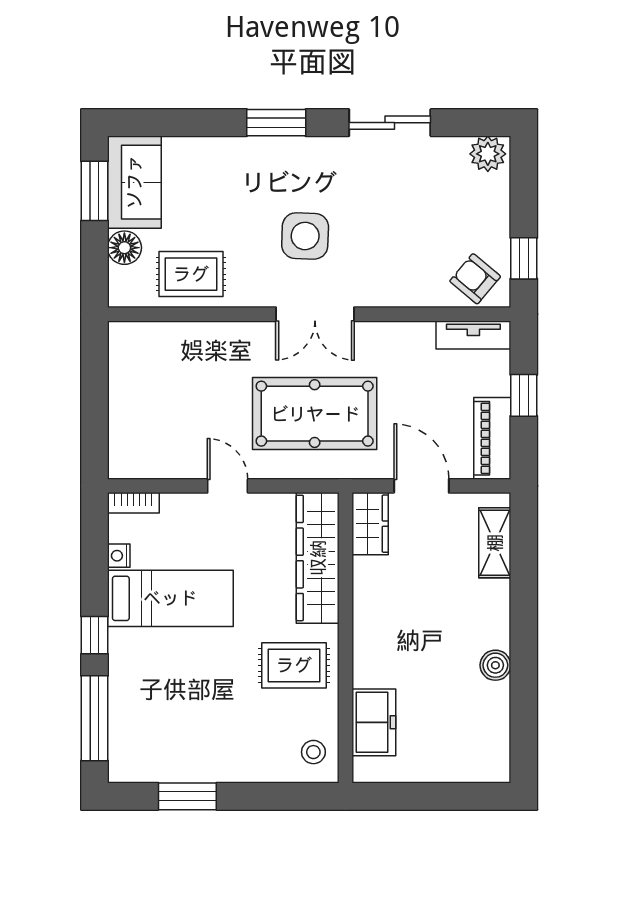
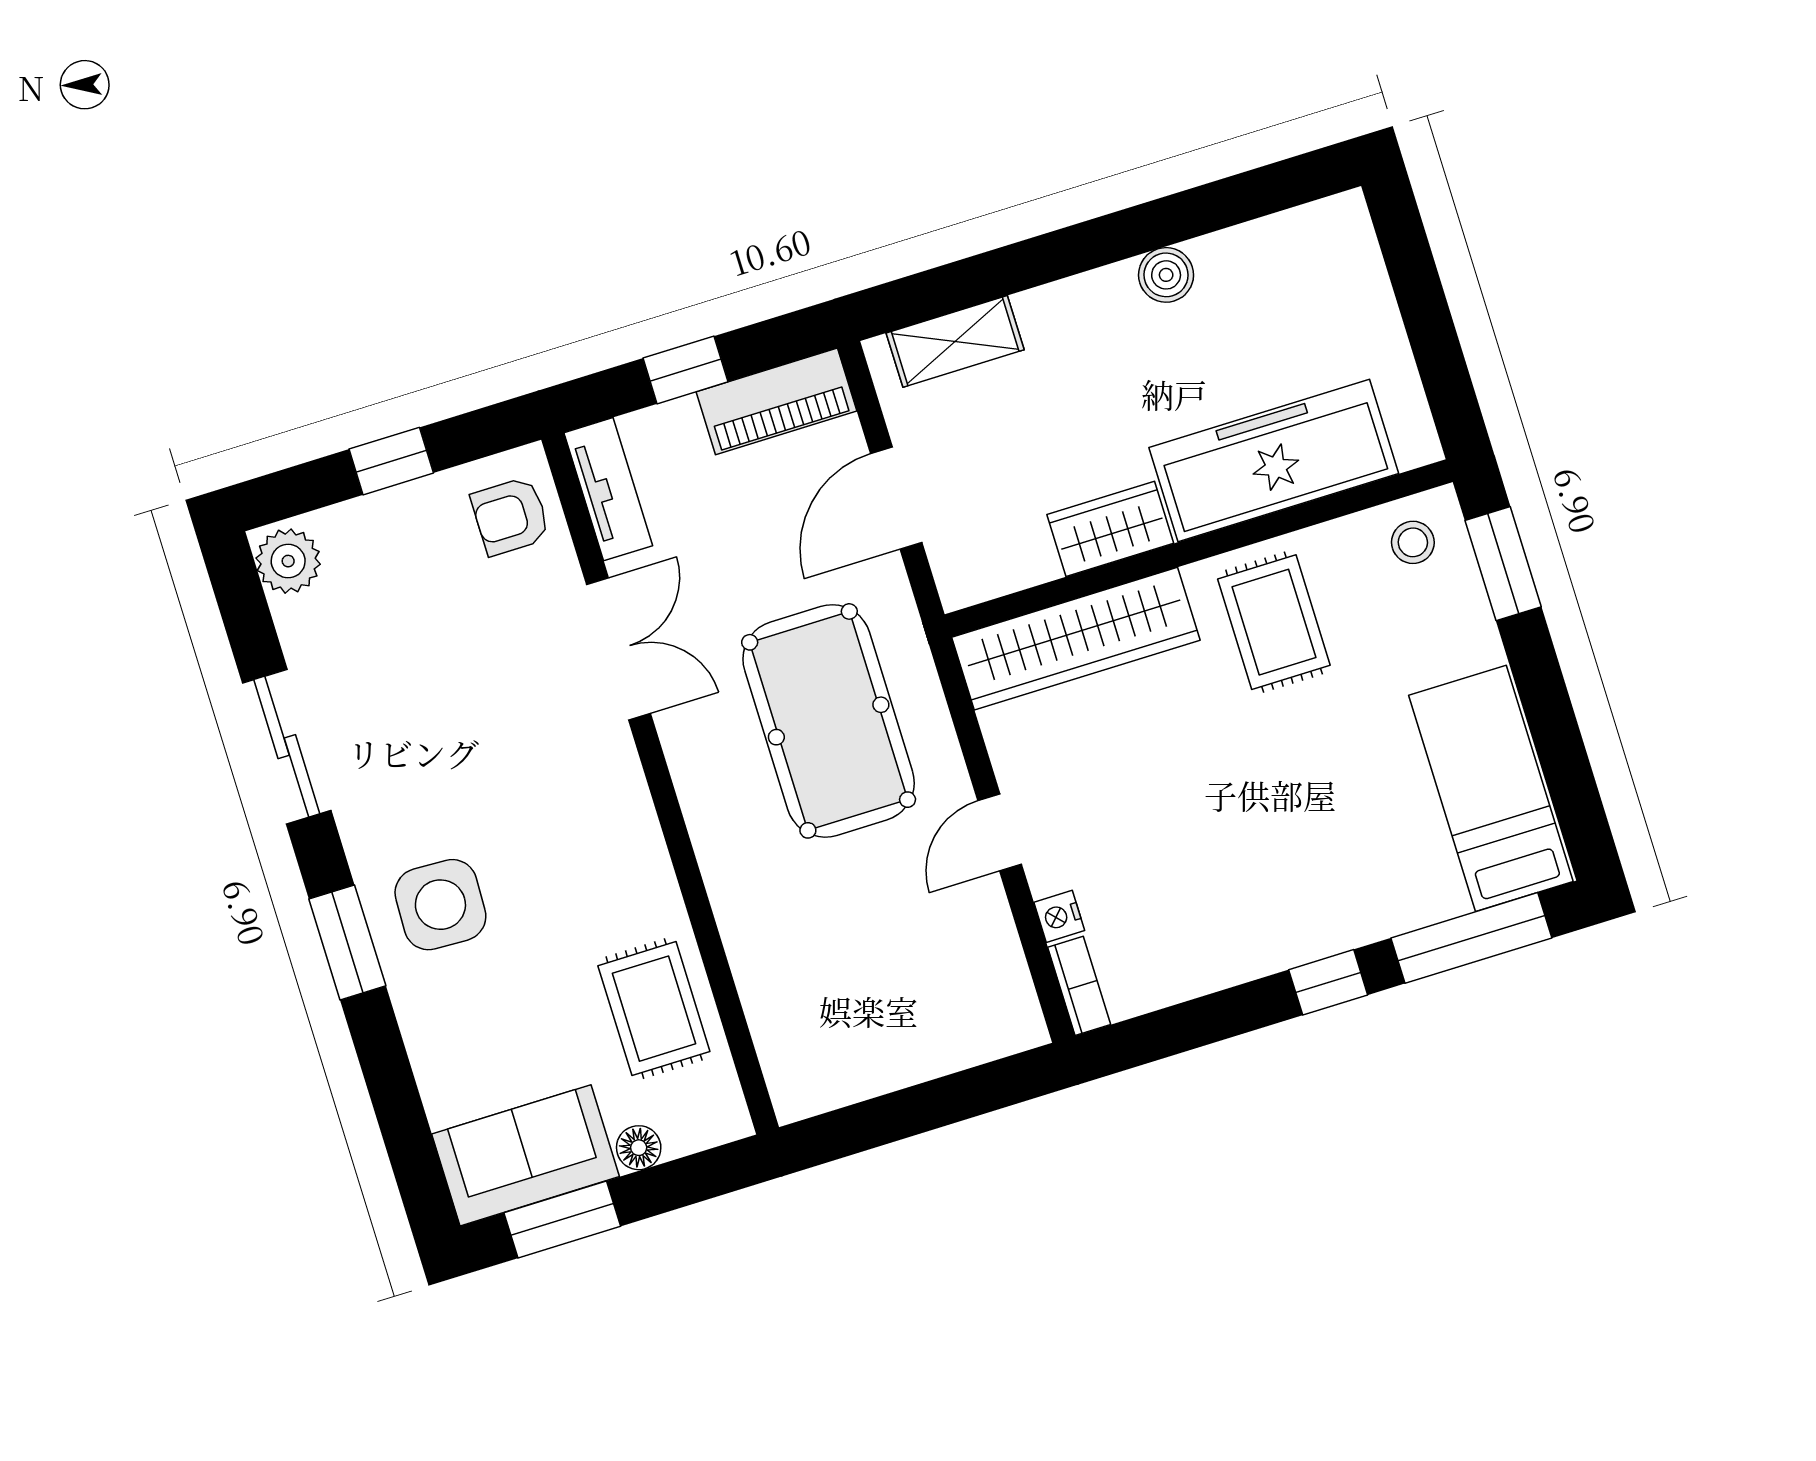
side table: (305, 236) -> (440, 905), moved
floor lamp: (124, 248) -> (639, 1148), width x0.73, depth x0.73
window: (524, 258) -> (391, 461), moved
armchair: (475, 279) -> (510, 516), turned 50
double door: (315, 314) -> (618, 649), moved
wardrobe: (370, 524) -> (1110, 529), moved
nightstand: (119, 556) -> (1059, 916), moved, turned 90
bed: (170, 598) -> (1491, 788), moved
freezer: (374, 722) -> (1274, 461), width x1.91, depth x1.26
window: (187, 796) -> (1503, 564), moved

